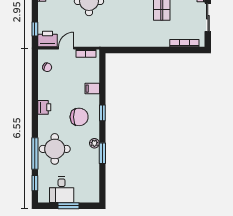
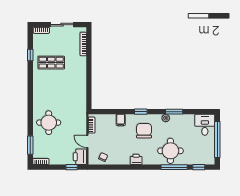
desk: (62, 190) -> (205, 125), moved, turned -90
window: (68, 206) -> (217, 140), width x2.11

